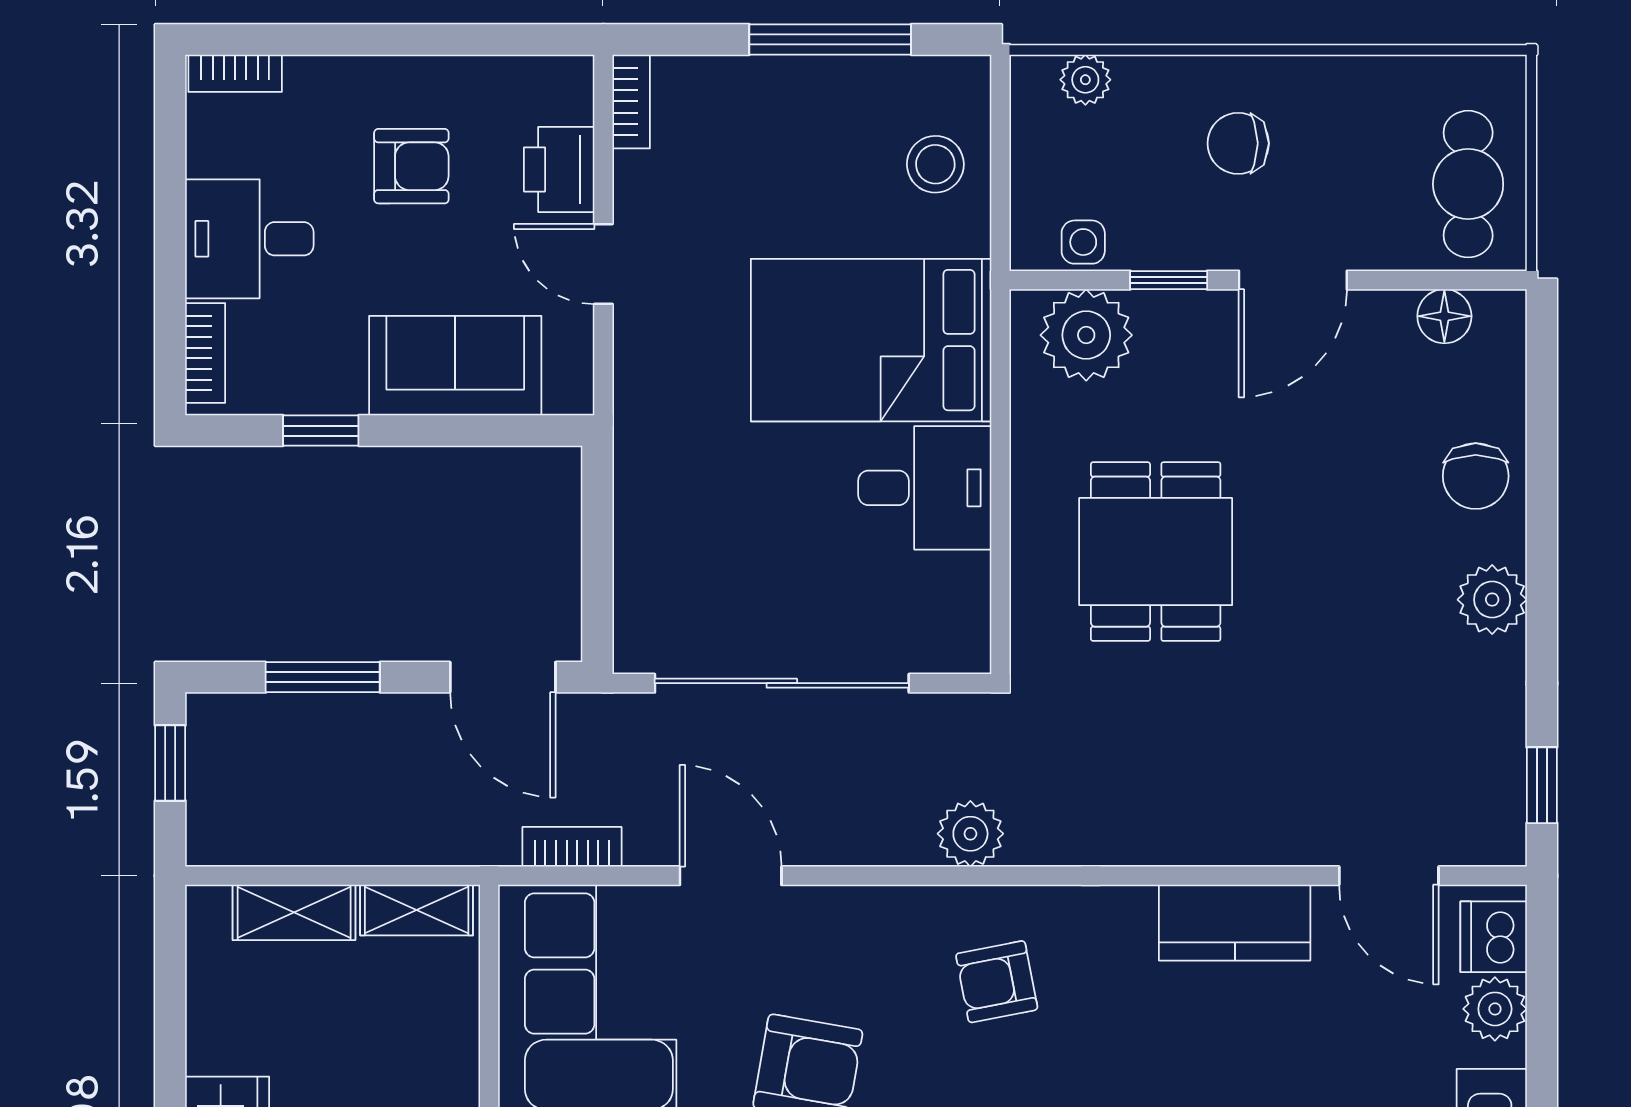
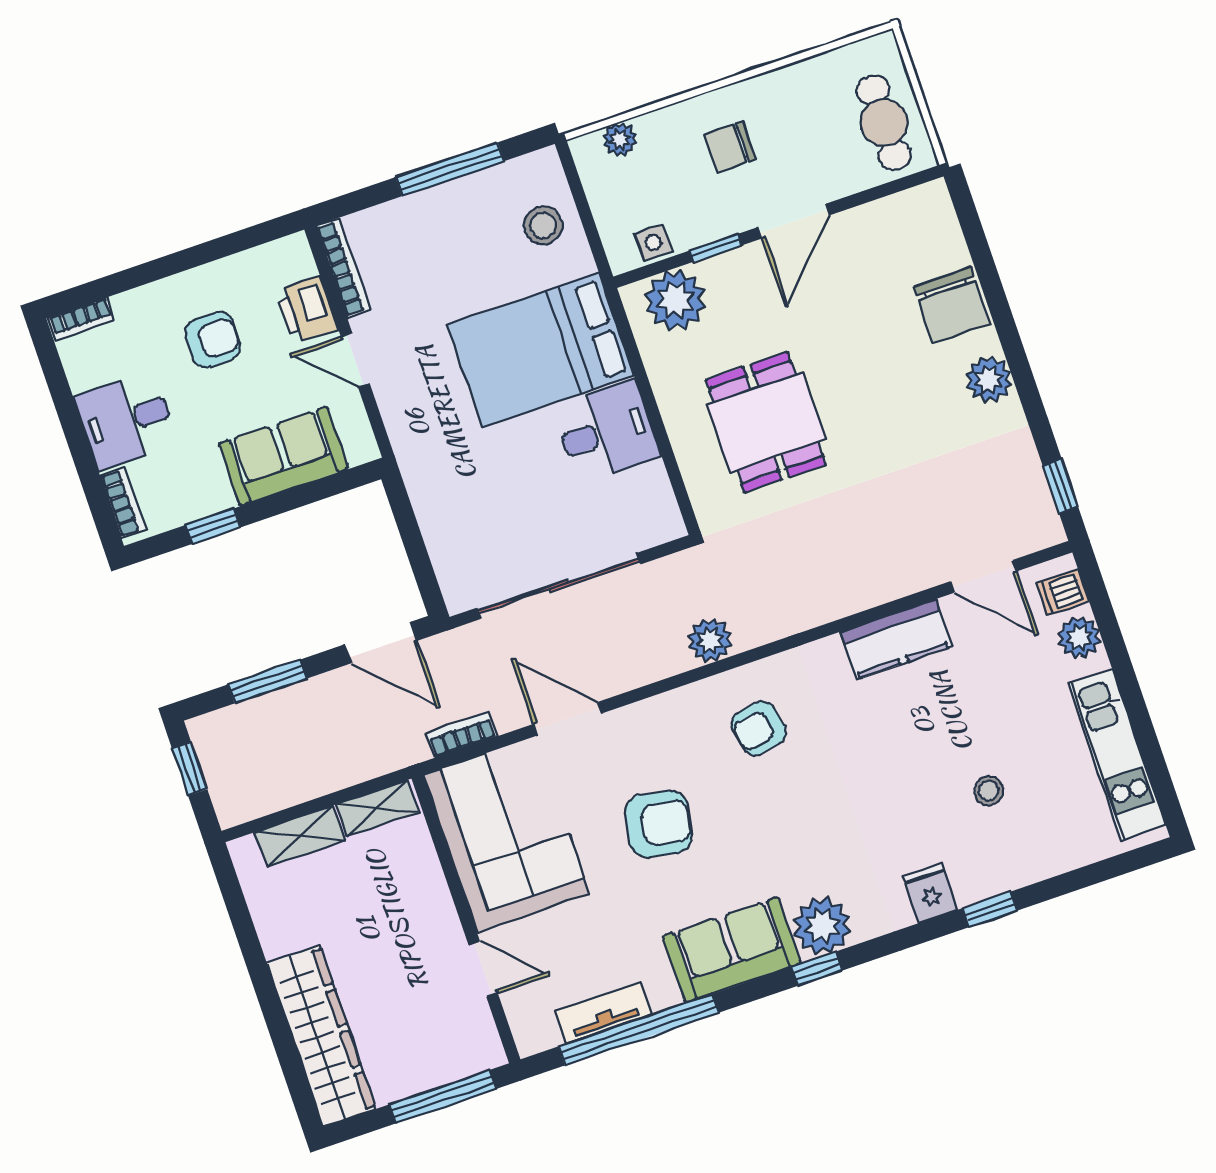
bookcase: (631, 101) -> (343, 268), width x1.56
floor lamp: (1444, 316) -> (897, 211), removed
chair: (1476, 476) -> (952, 305), width x1.37, depth x1.37
dishwasher: (1494, 937) -> (1063, 592), width x0.73

